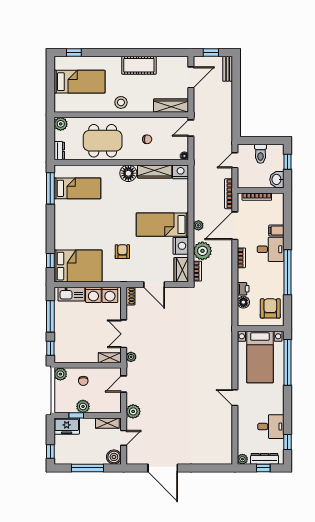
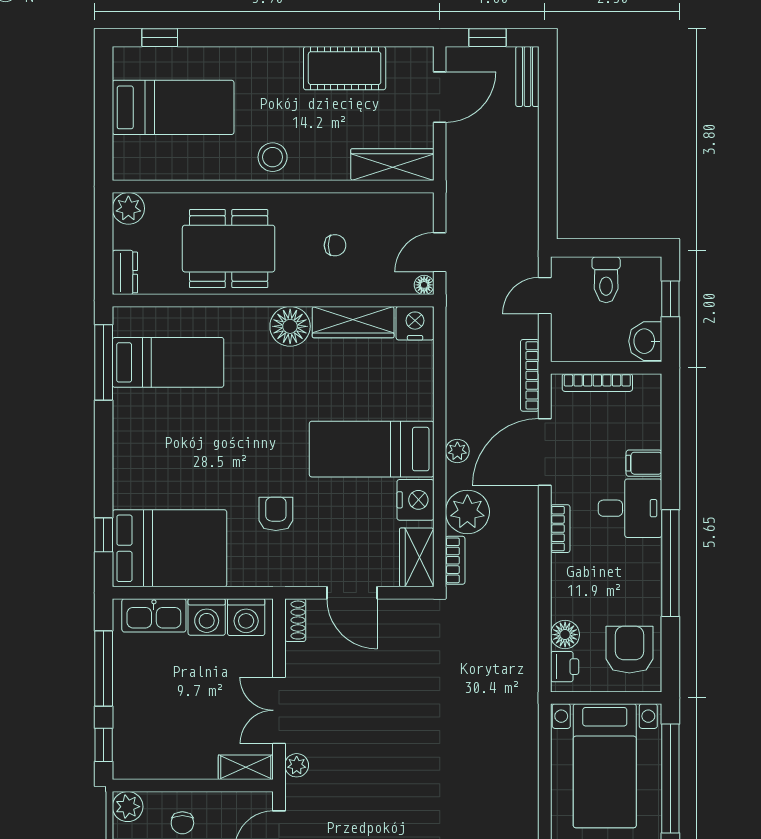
cot: (139, 65) -> (345, 68), moved
door: (191, 128) -> (440, 252), moved
printer: (243, 289) -> (565, 667), moved

